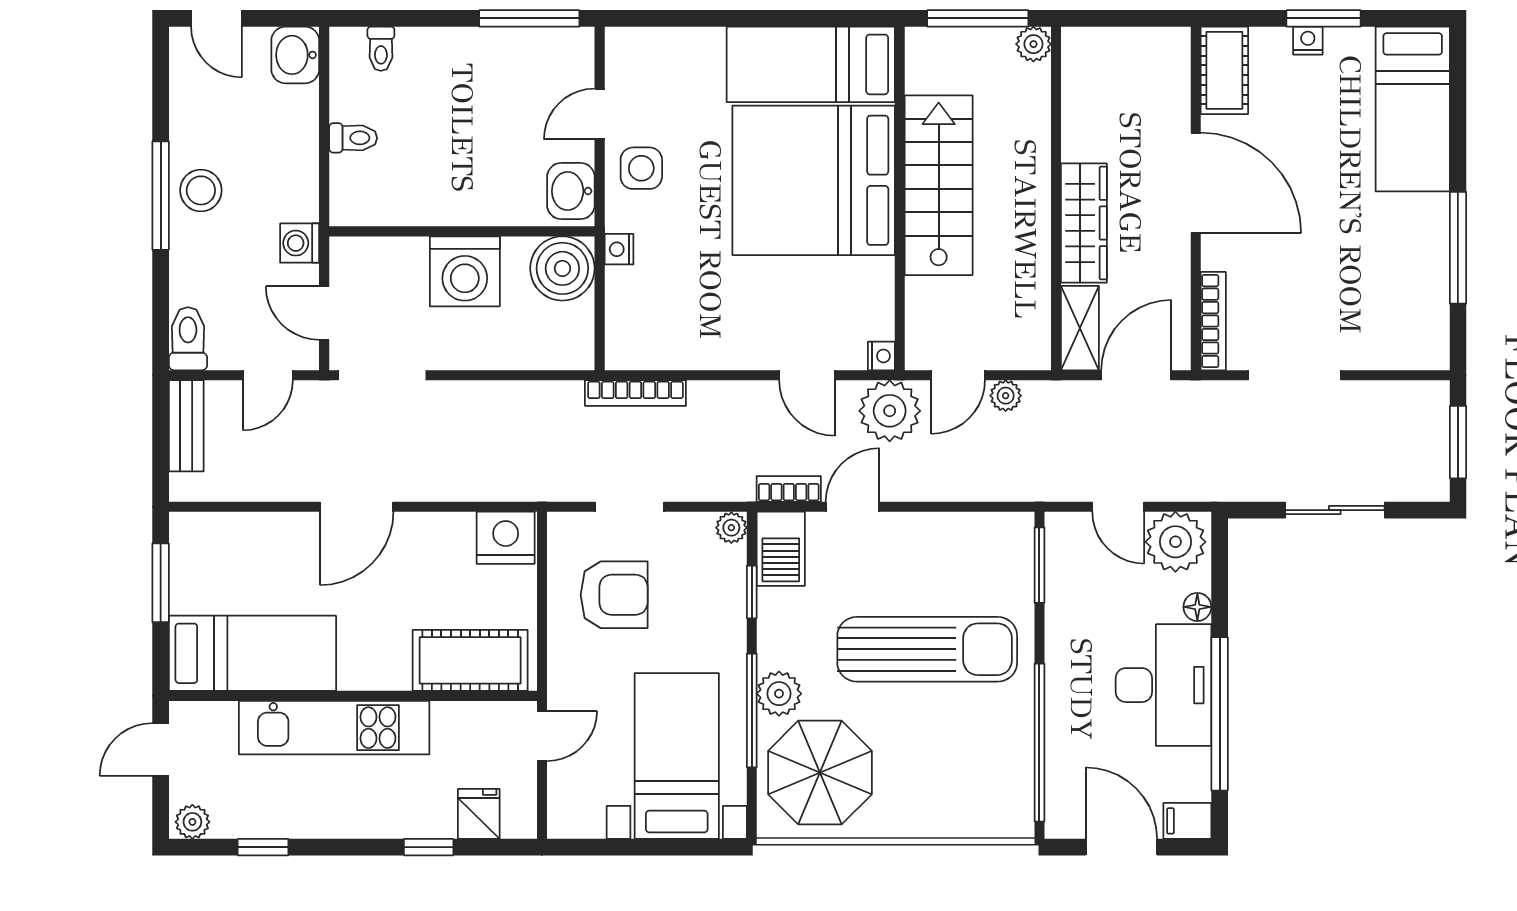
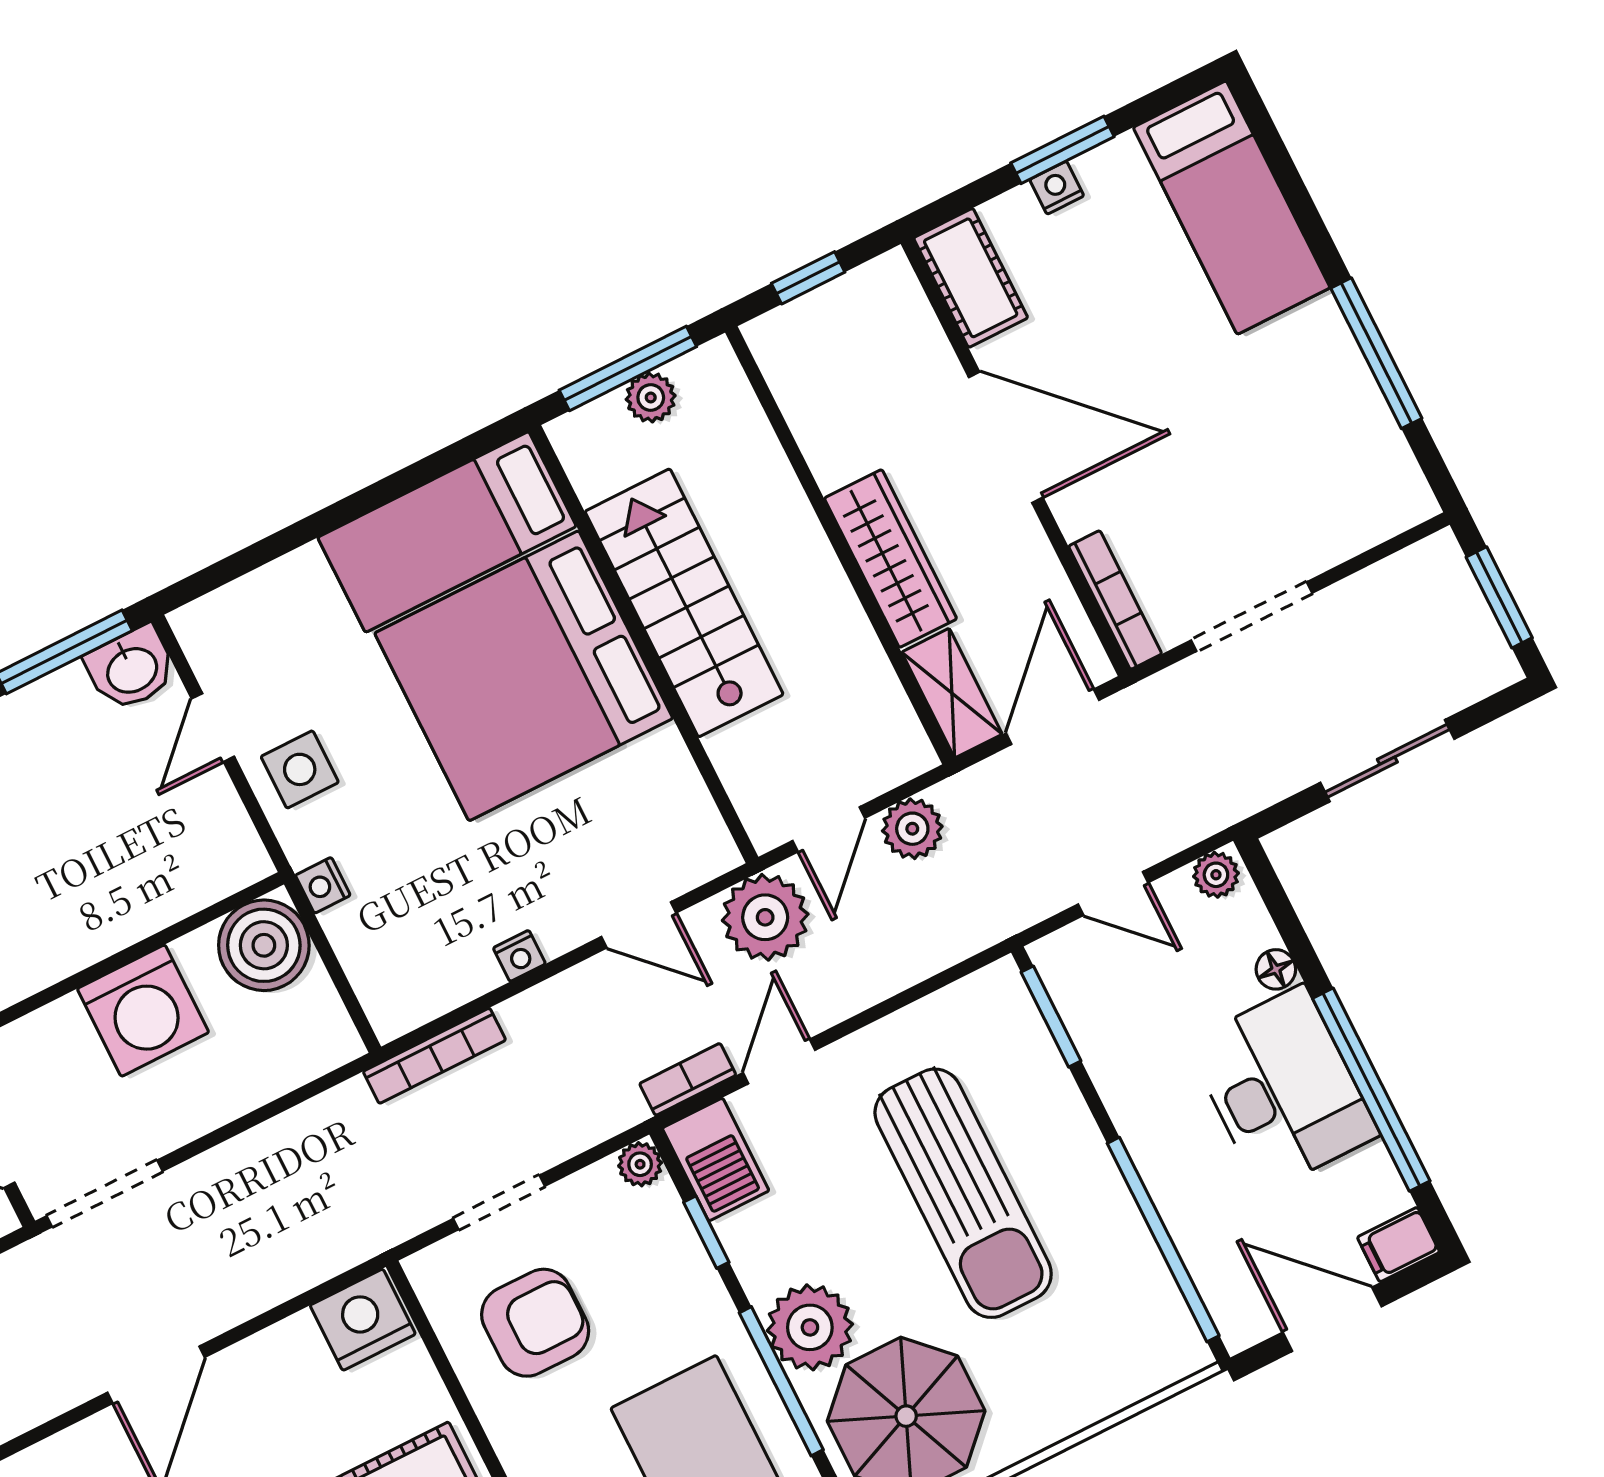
window: (1121, 18) -> (808, 278), added
plant: (1033, 44) -> (651, 397), moved
washbasin: (571, 191) -> (131, 669), moved, turned -90
nightstand: (881, 356) -> (519, 956), moved, turned 90
plant: (1006, 396) -> (912, 829), width x1.38, depth x1.38
plant: (1175, 542) -> (1216, 875), width x0.53, depth x0.53
sun lounger: (927, 649) -> (963, 1193), turned 90
plant: (779, 694) -> (810, 1327), width x1.36, depth x1.36

